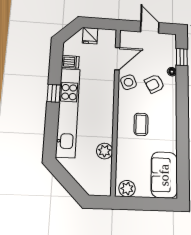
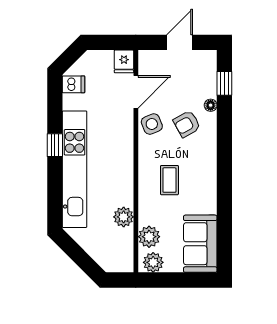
door: (150, 27) -> (180, 42), hinge flipped
fridge: (90, 36) -> (124, 61), moved
dishwasher: (70, 62) -> (74, 84), moved
plant: (124, 168) -> (149, 237), added

